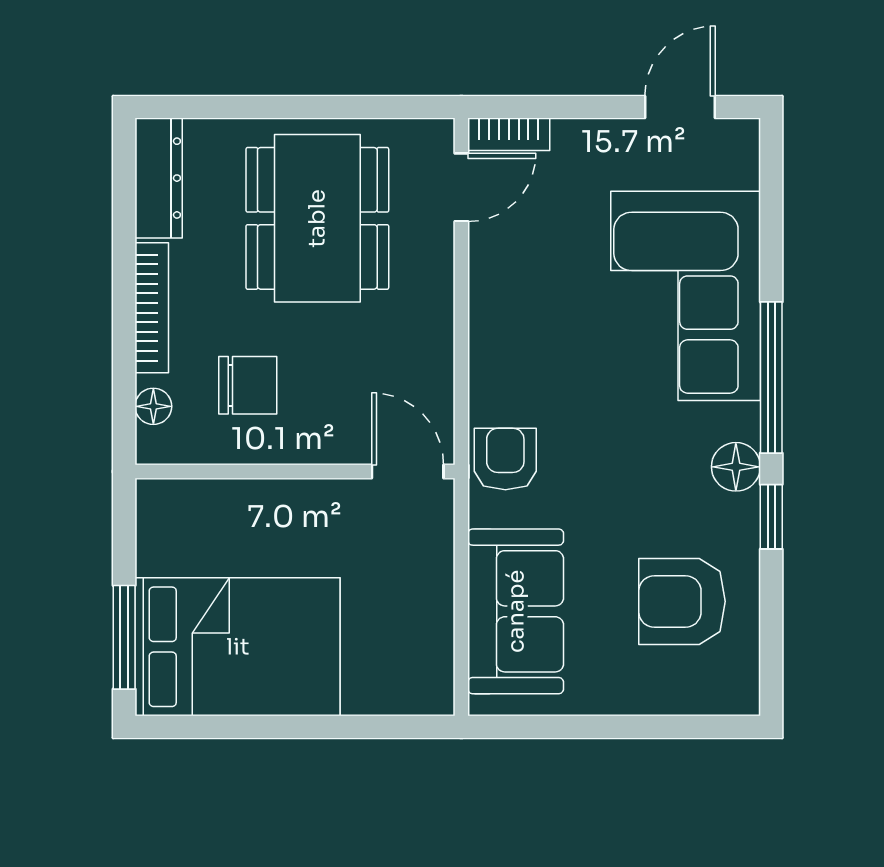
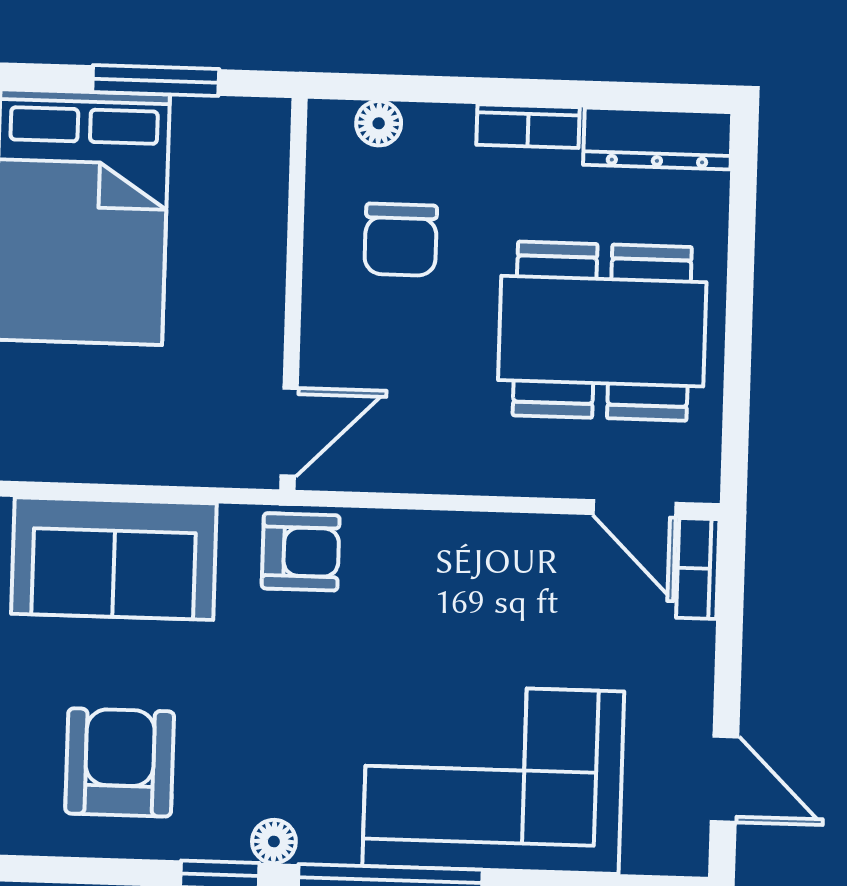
bookcase: (152, 308) -> (528, 126), width x0.64
floor lamp: (736, 467) -> (274, 841), width x0.73, depth x0.73
window: (124, 637) -> (156, 81), moved

